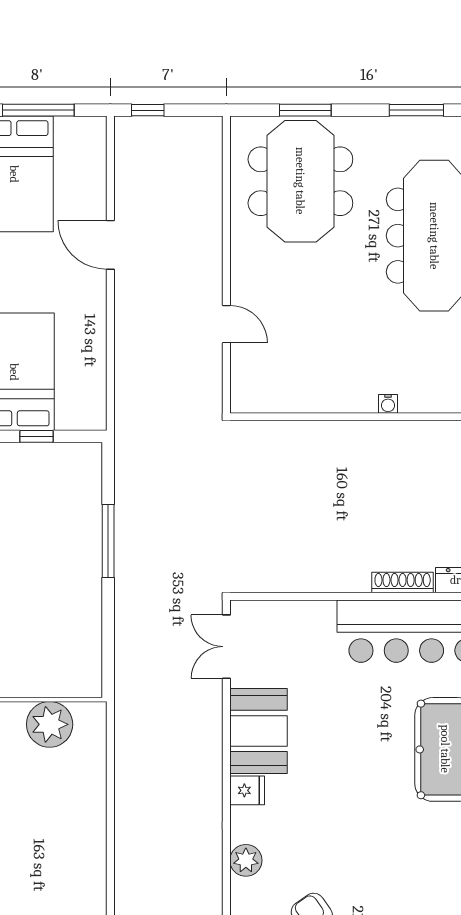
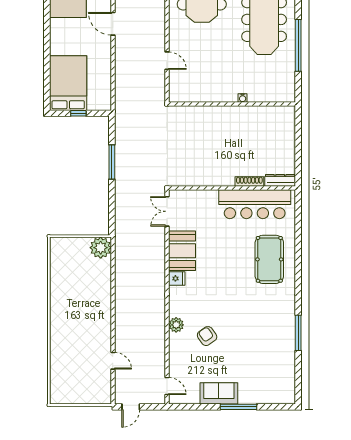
plant: (50, 724) -> (101, 248), moved
plant: (246, 860) -> (176, 325), moved

